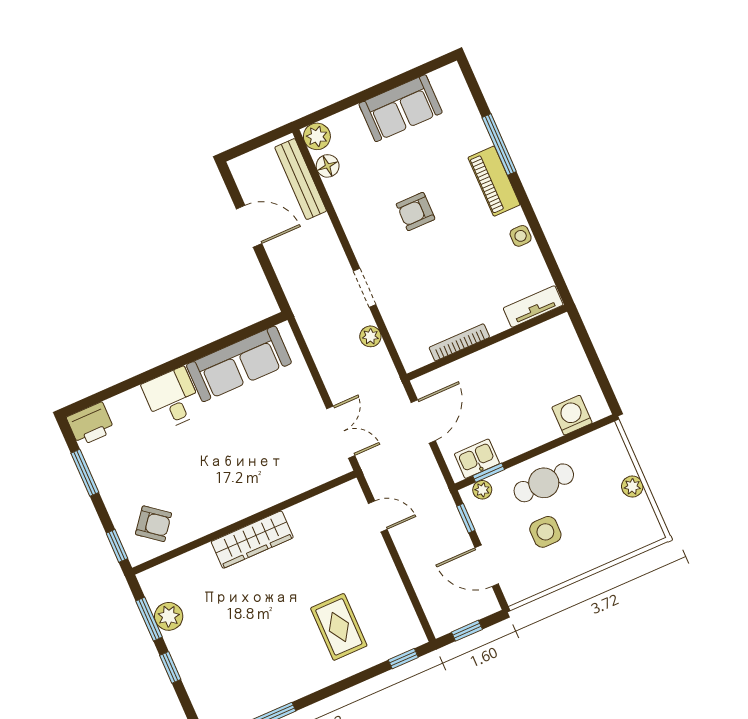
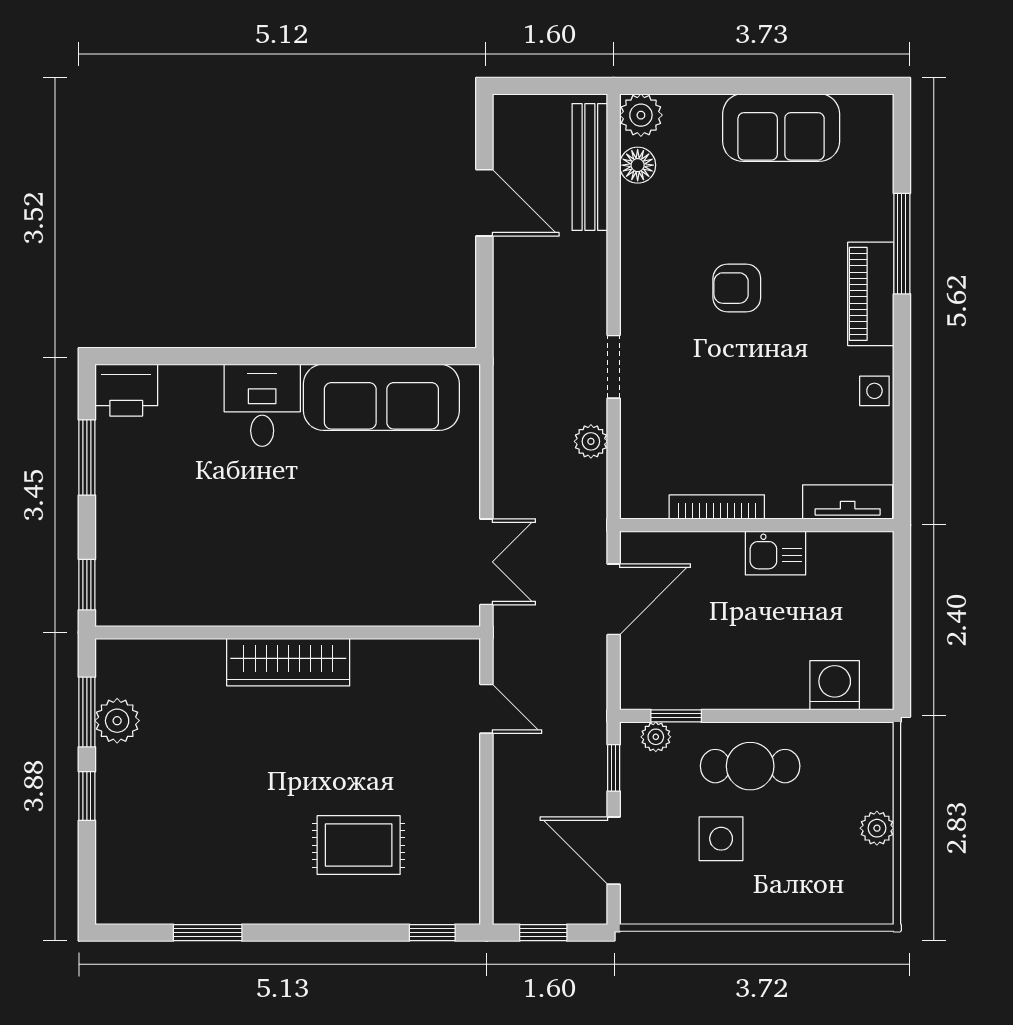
kitchen sink: (477, 459) -> (775, 553), moved, turned 180
armchair: (154, 524) -> (154, 576), removed
rug: (339, 627) -> (359, 845), turned 90

